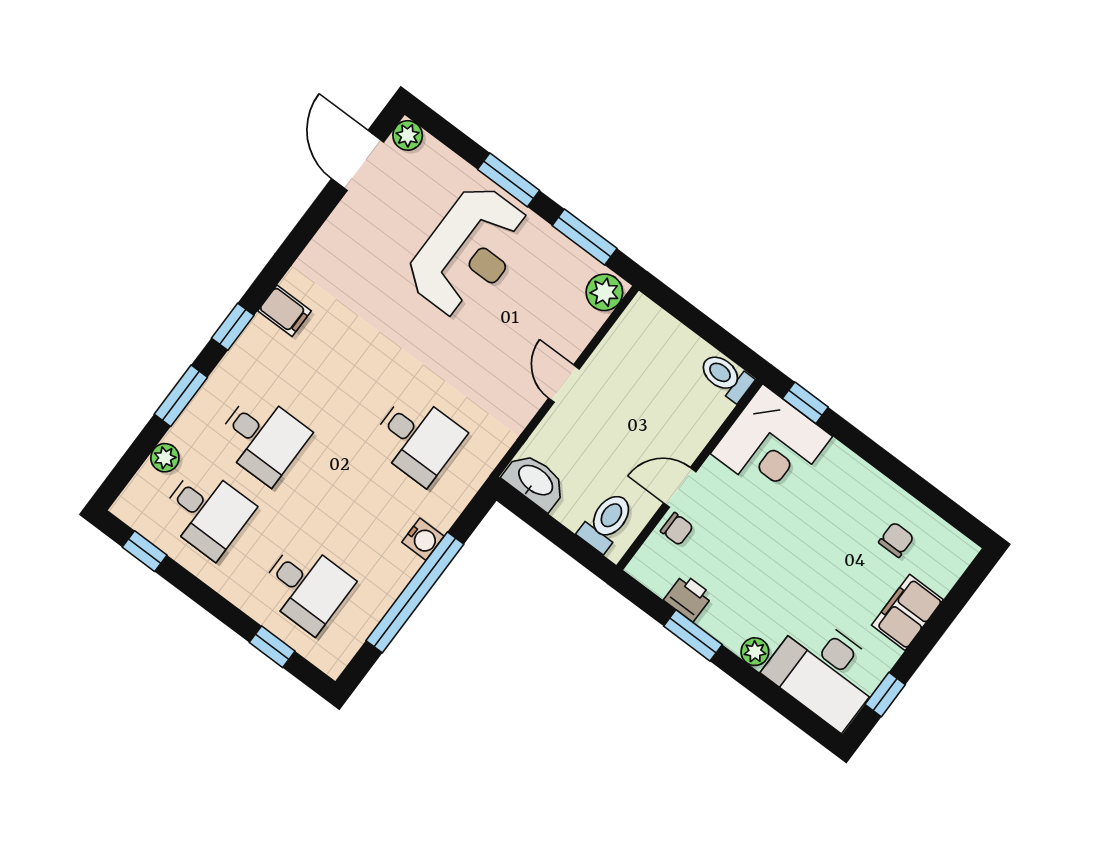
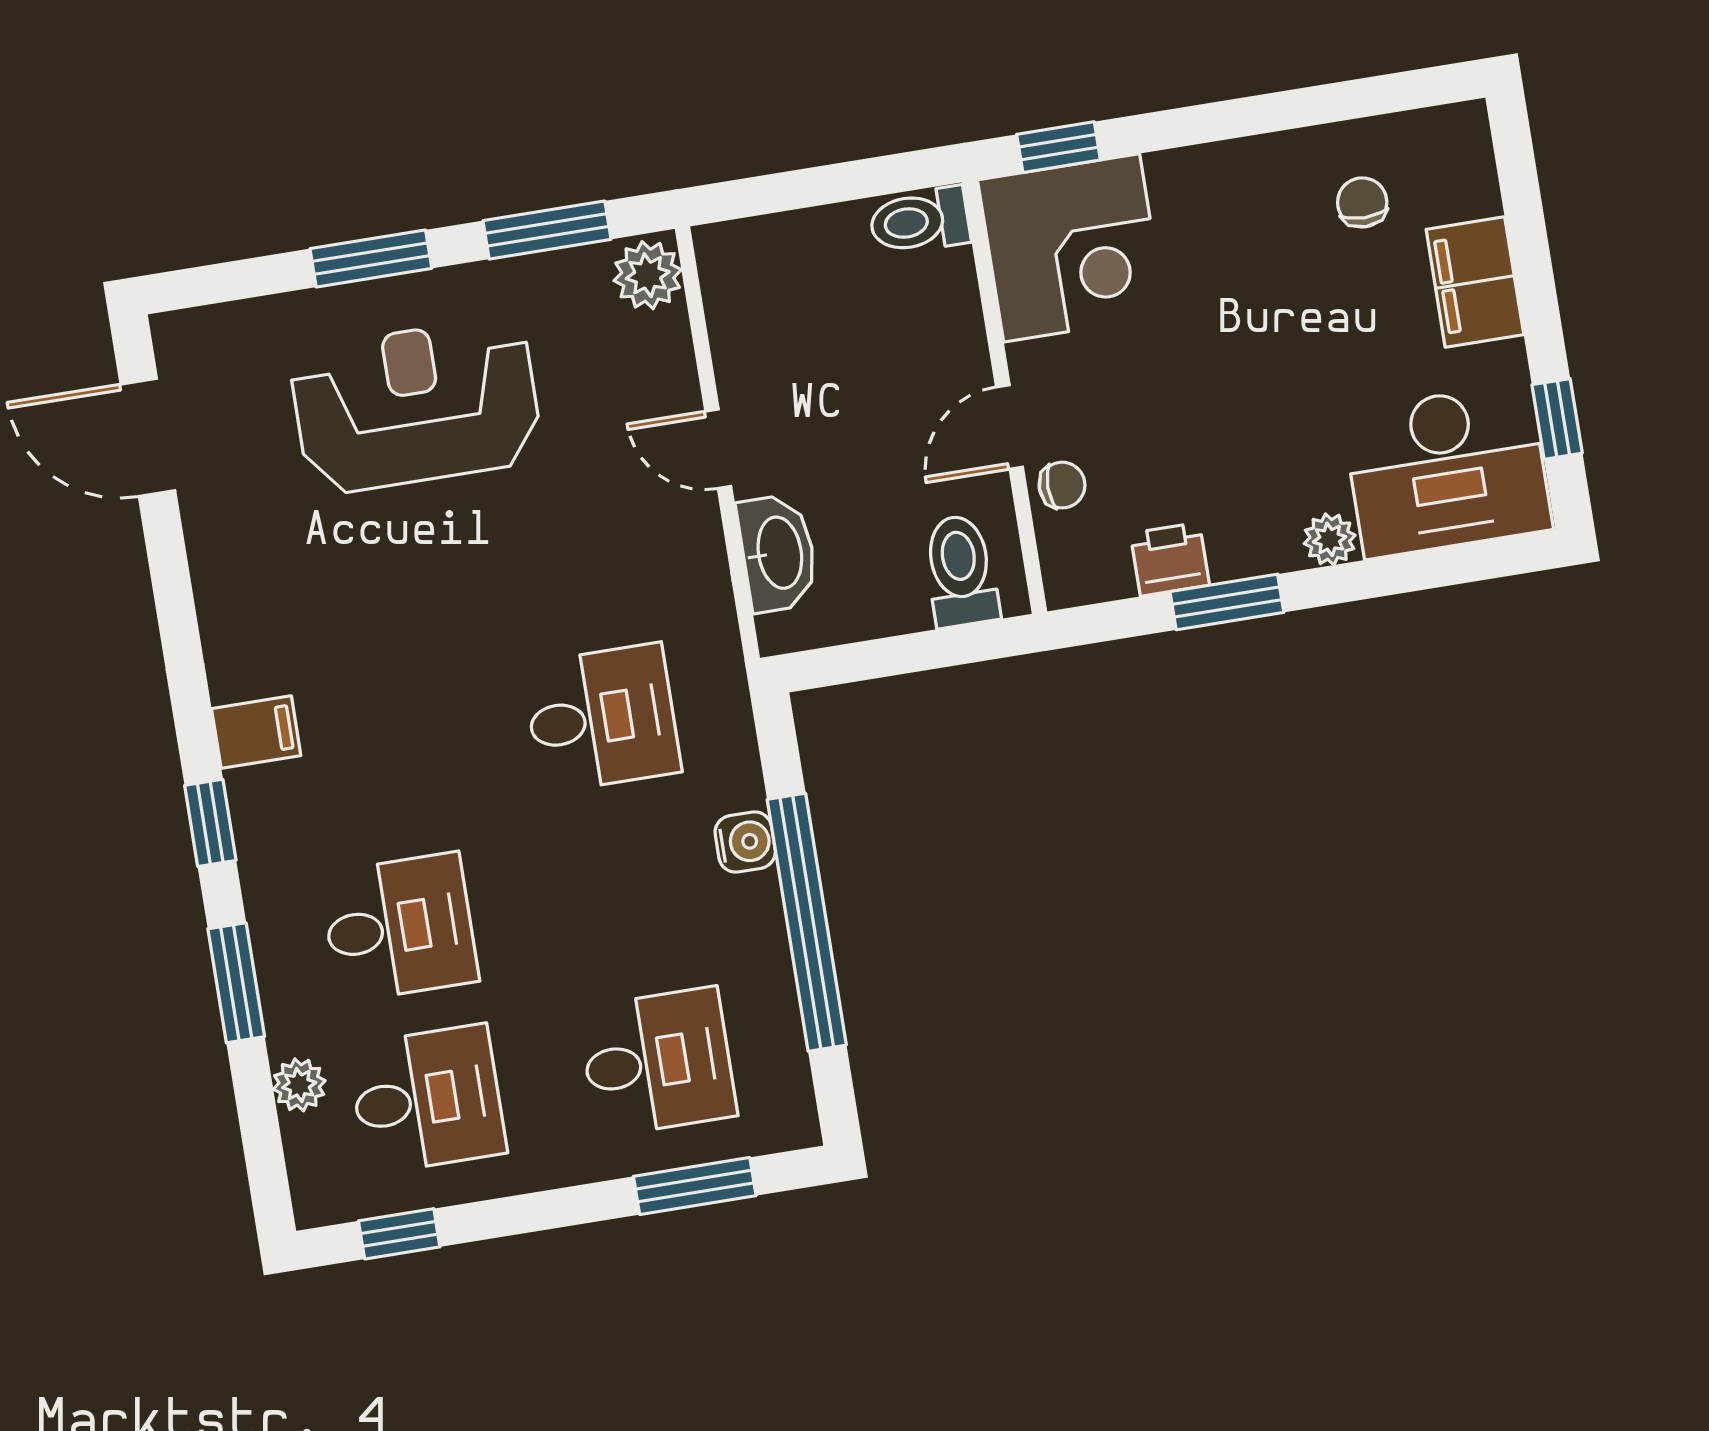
plant: (408, 135) -> (179, 337), removed
reception desk: (469, 252) -> (416, 405), turned -90
washbasin: (535, 481) -> (778, 553), moved, turned 90
window: (272, 647) -> (695, 1186), width x1.50

